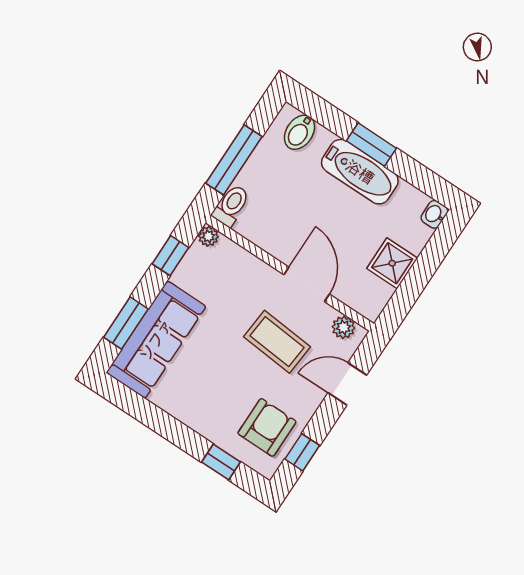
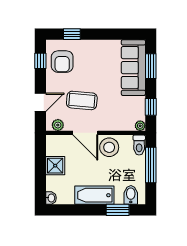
window: (371, 144) -> (118, 210), moved
stool: (283, 235) -> (109, 147), added

